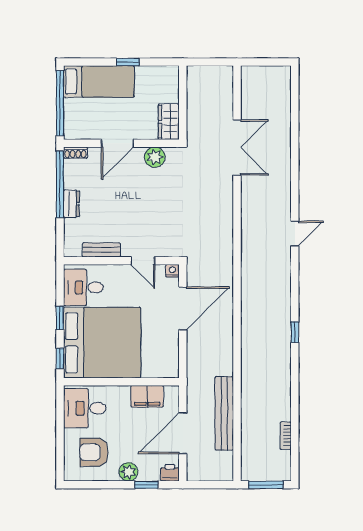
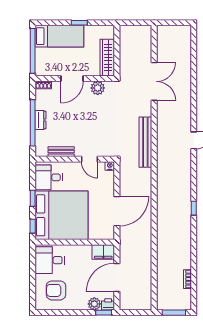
wardrobe: (169, 122) -> (107, 58), width x1.50
window: (60, 185) -> (33, 123), moved
door: (183, 308) -> (117, 211), moved
filing cabinet: (147, 396) -> (103, 252), moved
bench: (224, 413) -> (145, 142), moved
plant: (128, 472) -> (94, 304), moved
window: (146, 485) -> (104, 313), moved

